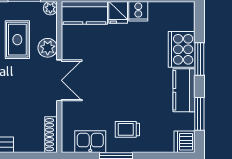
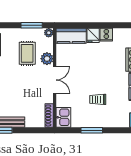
trolley: (127, 129) -> (98, 99), moved
kitchen sink: (90, 142) -> (63, 117), moved, turned 90

